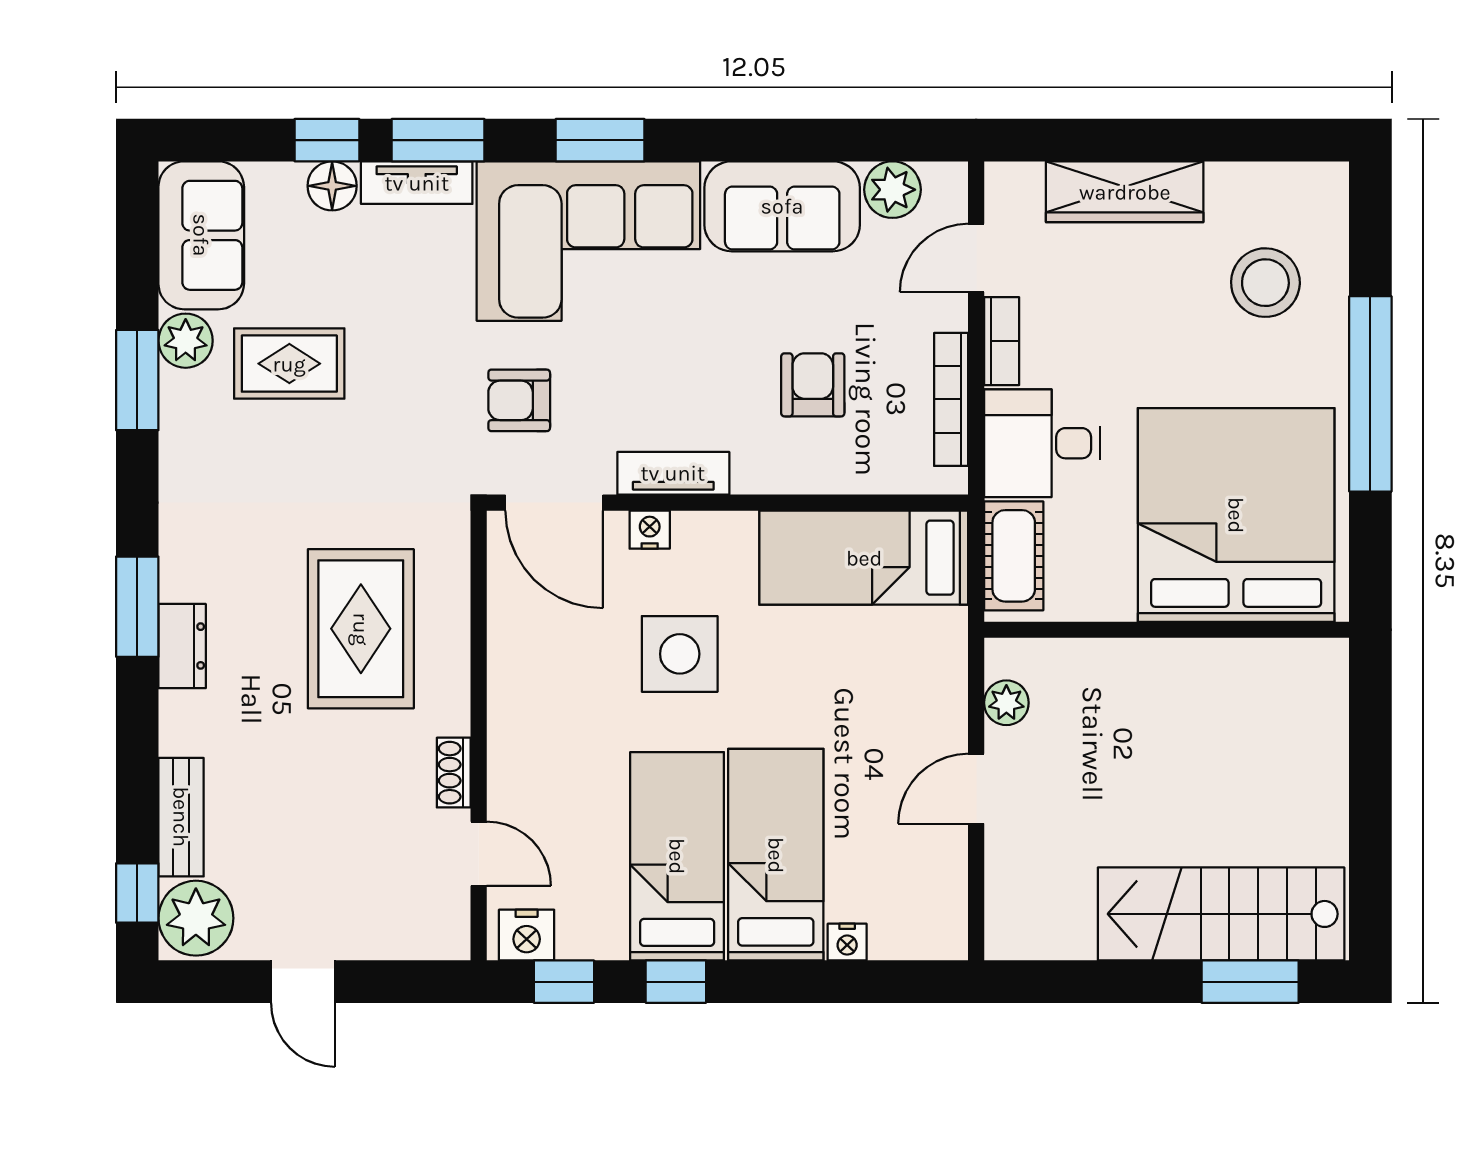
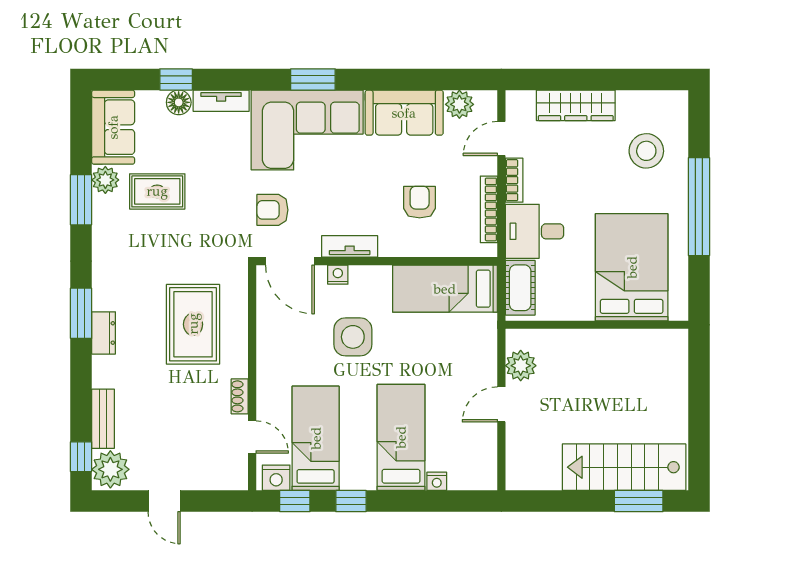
window: (438, 140) -> (232, 79), removed
bed: (1236, 515) -> (632, 267), width x0.73
plant: (1006, 703) -> (521, 366), width x1.38, depth x1.38
bed: (677, 856) -> (316, 438), moved

